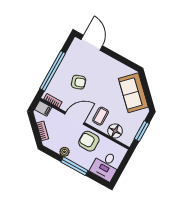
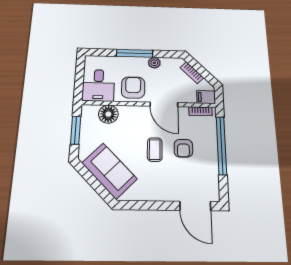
armchair: (79, 82) -> (183, 148), turned -72
coffee table: (101, 116) -> (155, 150), moved
door: (75, 118) -> (164, 104), hinge flipped
armchair: (89, 141) -> (133, 88), turned -90
desk: (106, 166) -> (98, 85), moved, turned 180

